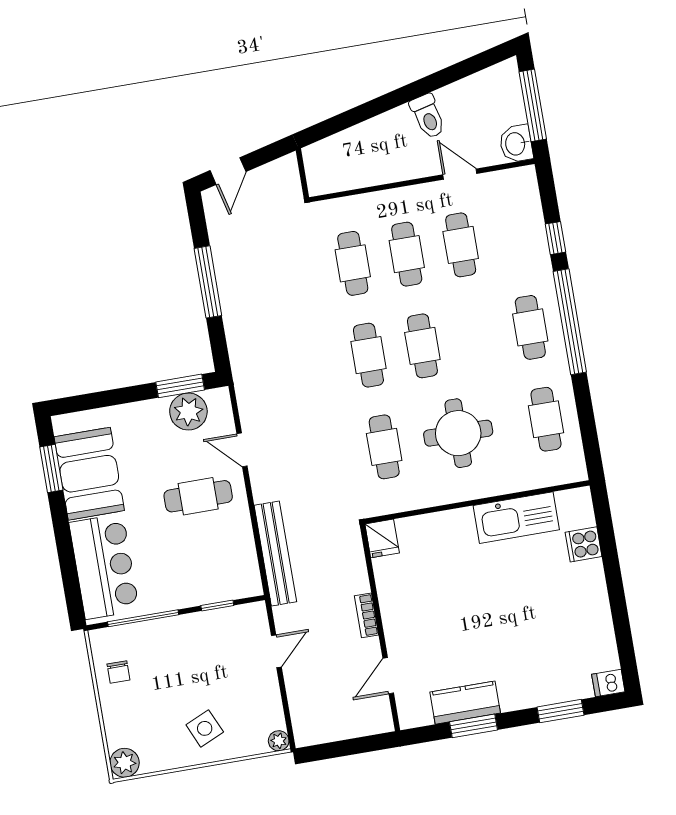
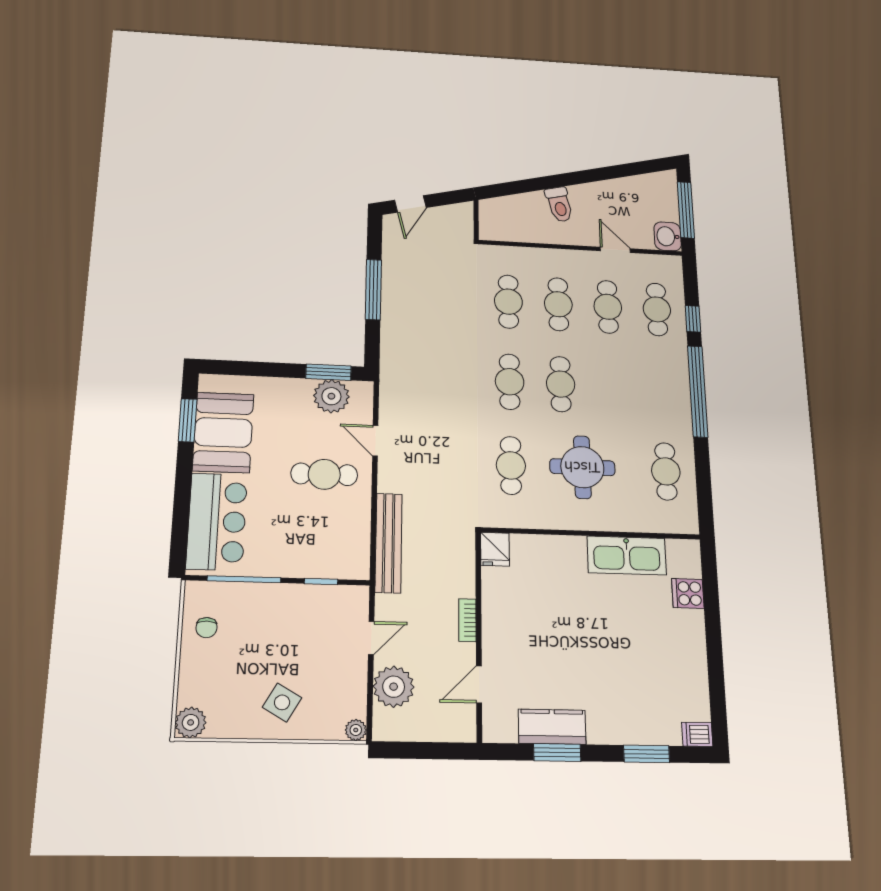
toilet: (428, 116) -> (559, 204), moved
cafe table: (530, 327) -> (657, 309), moved
plant: (307, 694) -> (394, 687), added
side table: (205, 728) -> (282, 702), turned -36

